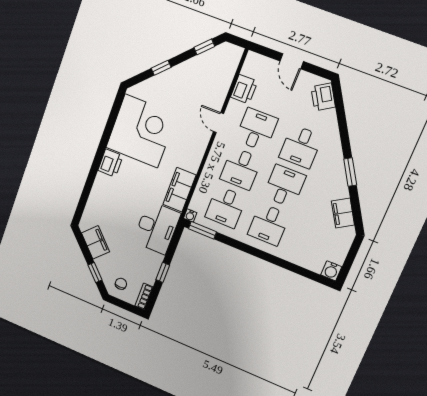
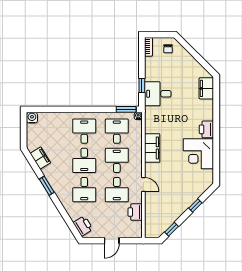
door: (292, 61) -> (112, 241), swing flipped
corner desk: (141, 131) -> (198, 154), width x0.74, depth x0.74
desk: (301, 147) -> (84, 190), turned 180
filing cabinet: (179, 190) -> (152, 148), moved
desk: (157, 228) -> (158, 94), width x0.73
filing cabinet: (95, 242) -> (206, 88), moved, turned 45
window: (163, 272) -> (142, 86), moved
window: (95, 273) -> (189, 49), removed

